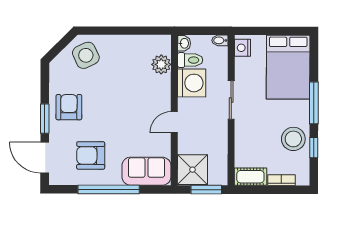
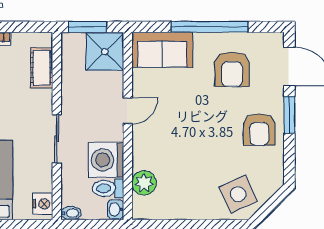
armchair: (91, 155) -> (232, 69), turned 90
cot: (250, 177) -> (42, 68), moved, turned 90

